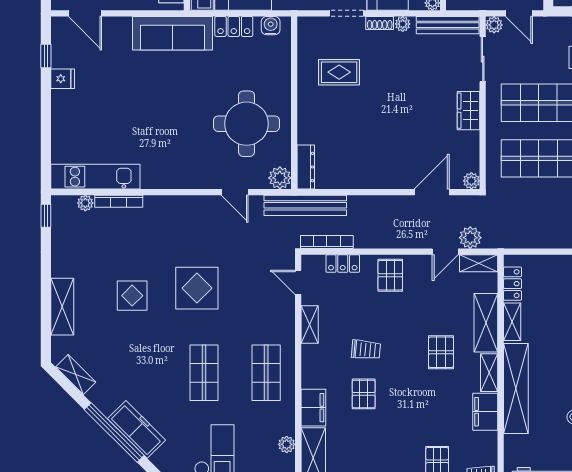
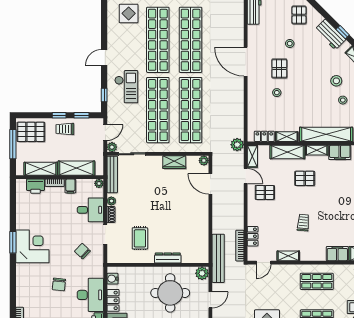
wardrobe: (469, 111) -> (174, 162), moved
dresser: (306, 167) -> (168, 258), moved
plant: (470, 238) -> (237, 145), moved
pallet: (390, 275) -> (265, 192), moved
pallet: (364, 394) -> (329, 224), removed

